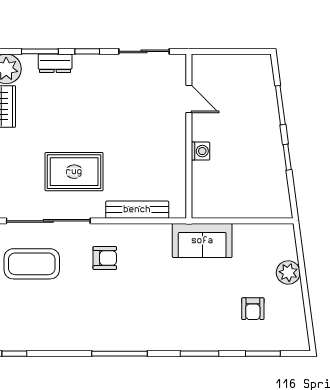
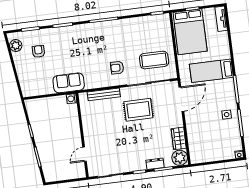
door: (189, 99) -> (85, 154), hinge flipped
washing machine: (200, 151) -> (72, 99), moved
plant: (288, 272) -> (16, 46), moved

